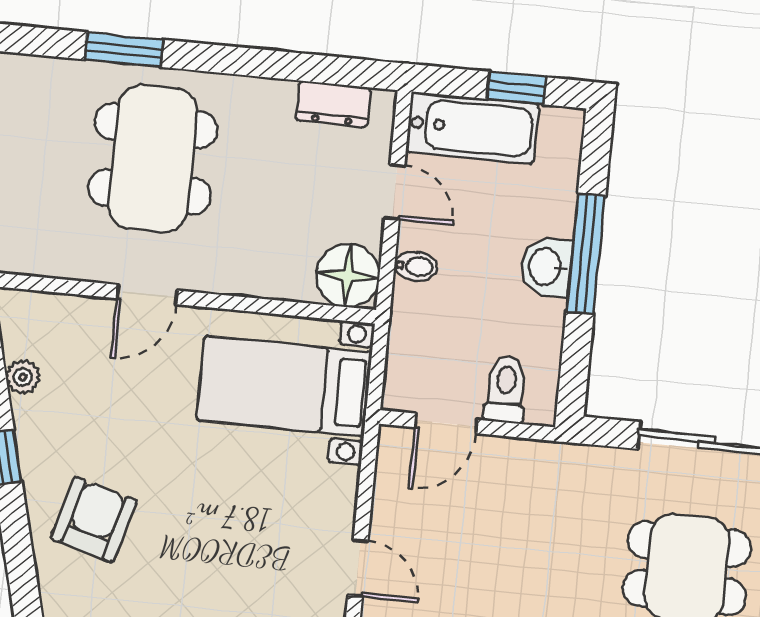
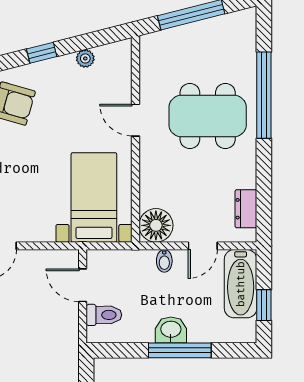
window: (124, 50) -> (264, 95), width x2.11

